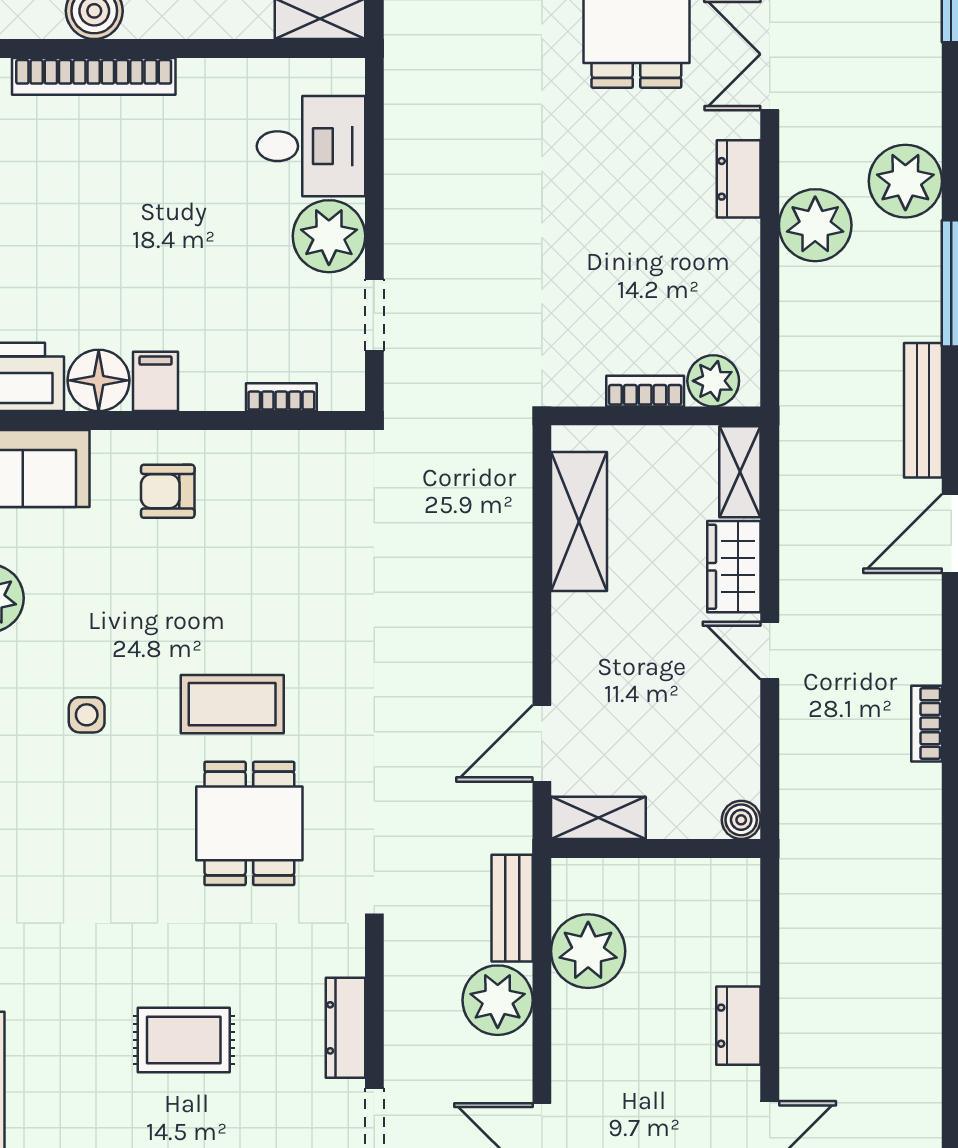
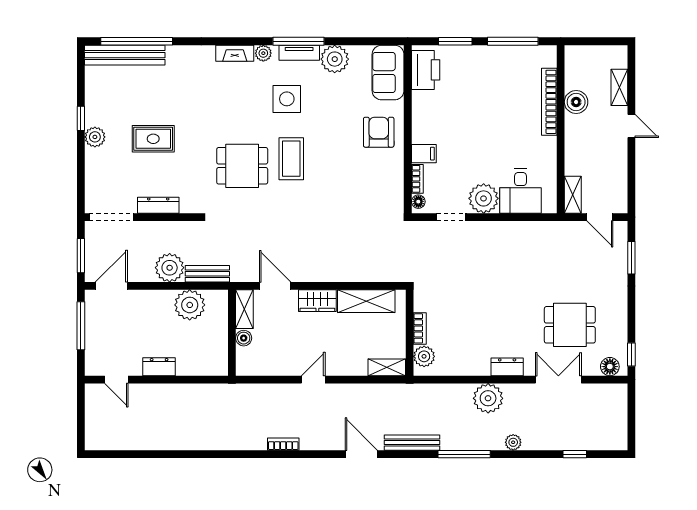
plant: (905, 181) -> (513, 442), width x0.53, depth x0.53
floor lamp: (99, 380) -> (418, 202), moved, width x0.53, depth x0.53
filing cabinet: (155, 381) -> (424, 154), moved
armchair: (168, 491) -> (379, 132), width x1.38, depth x1.38
wardrobe: (734, 567) -> (317, 301), moved, turned 180
side table: (87, 715) -> (287, 99), width x1.87, depth x1.87
boiler: (741, 820) -> (244, 338), moved
rug: (184, 1040) -> (153, 139), turned 90

